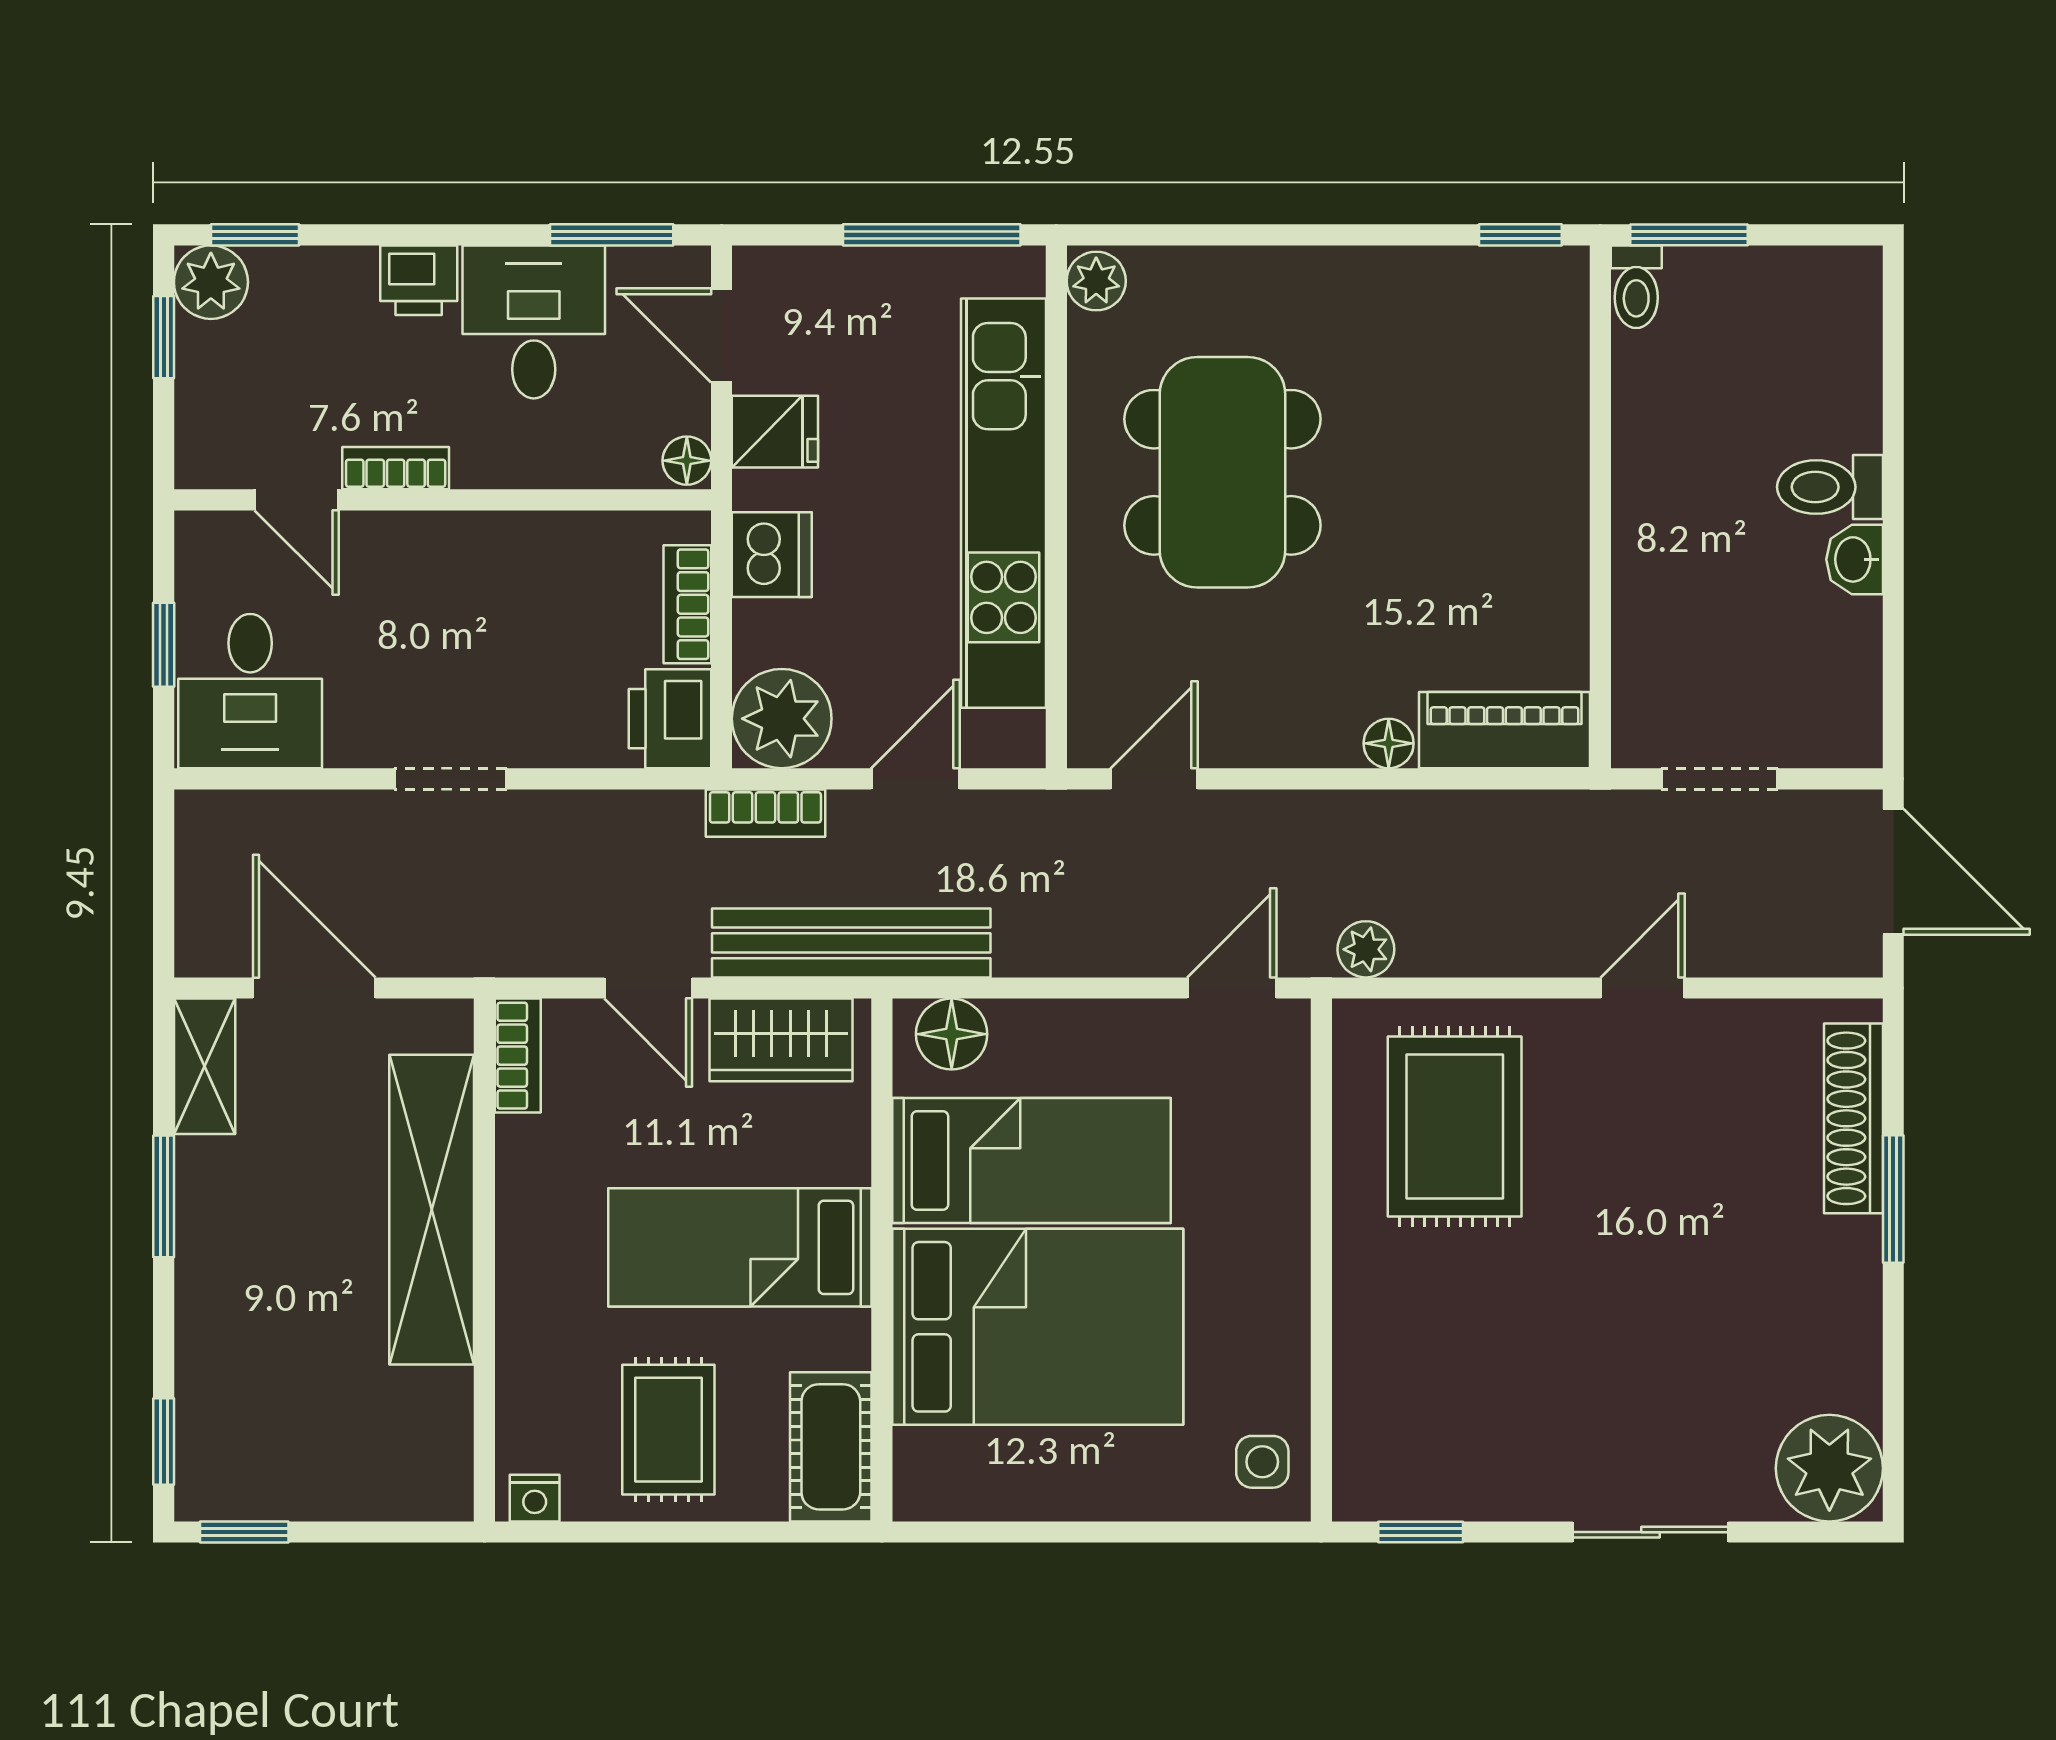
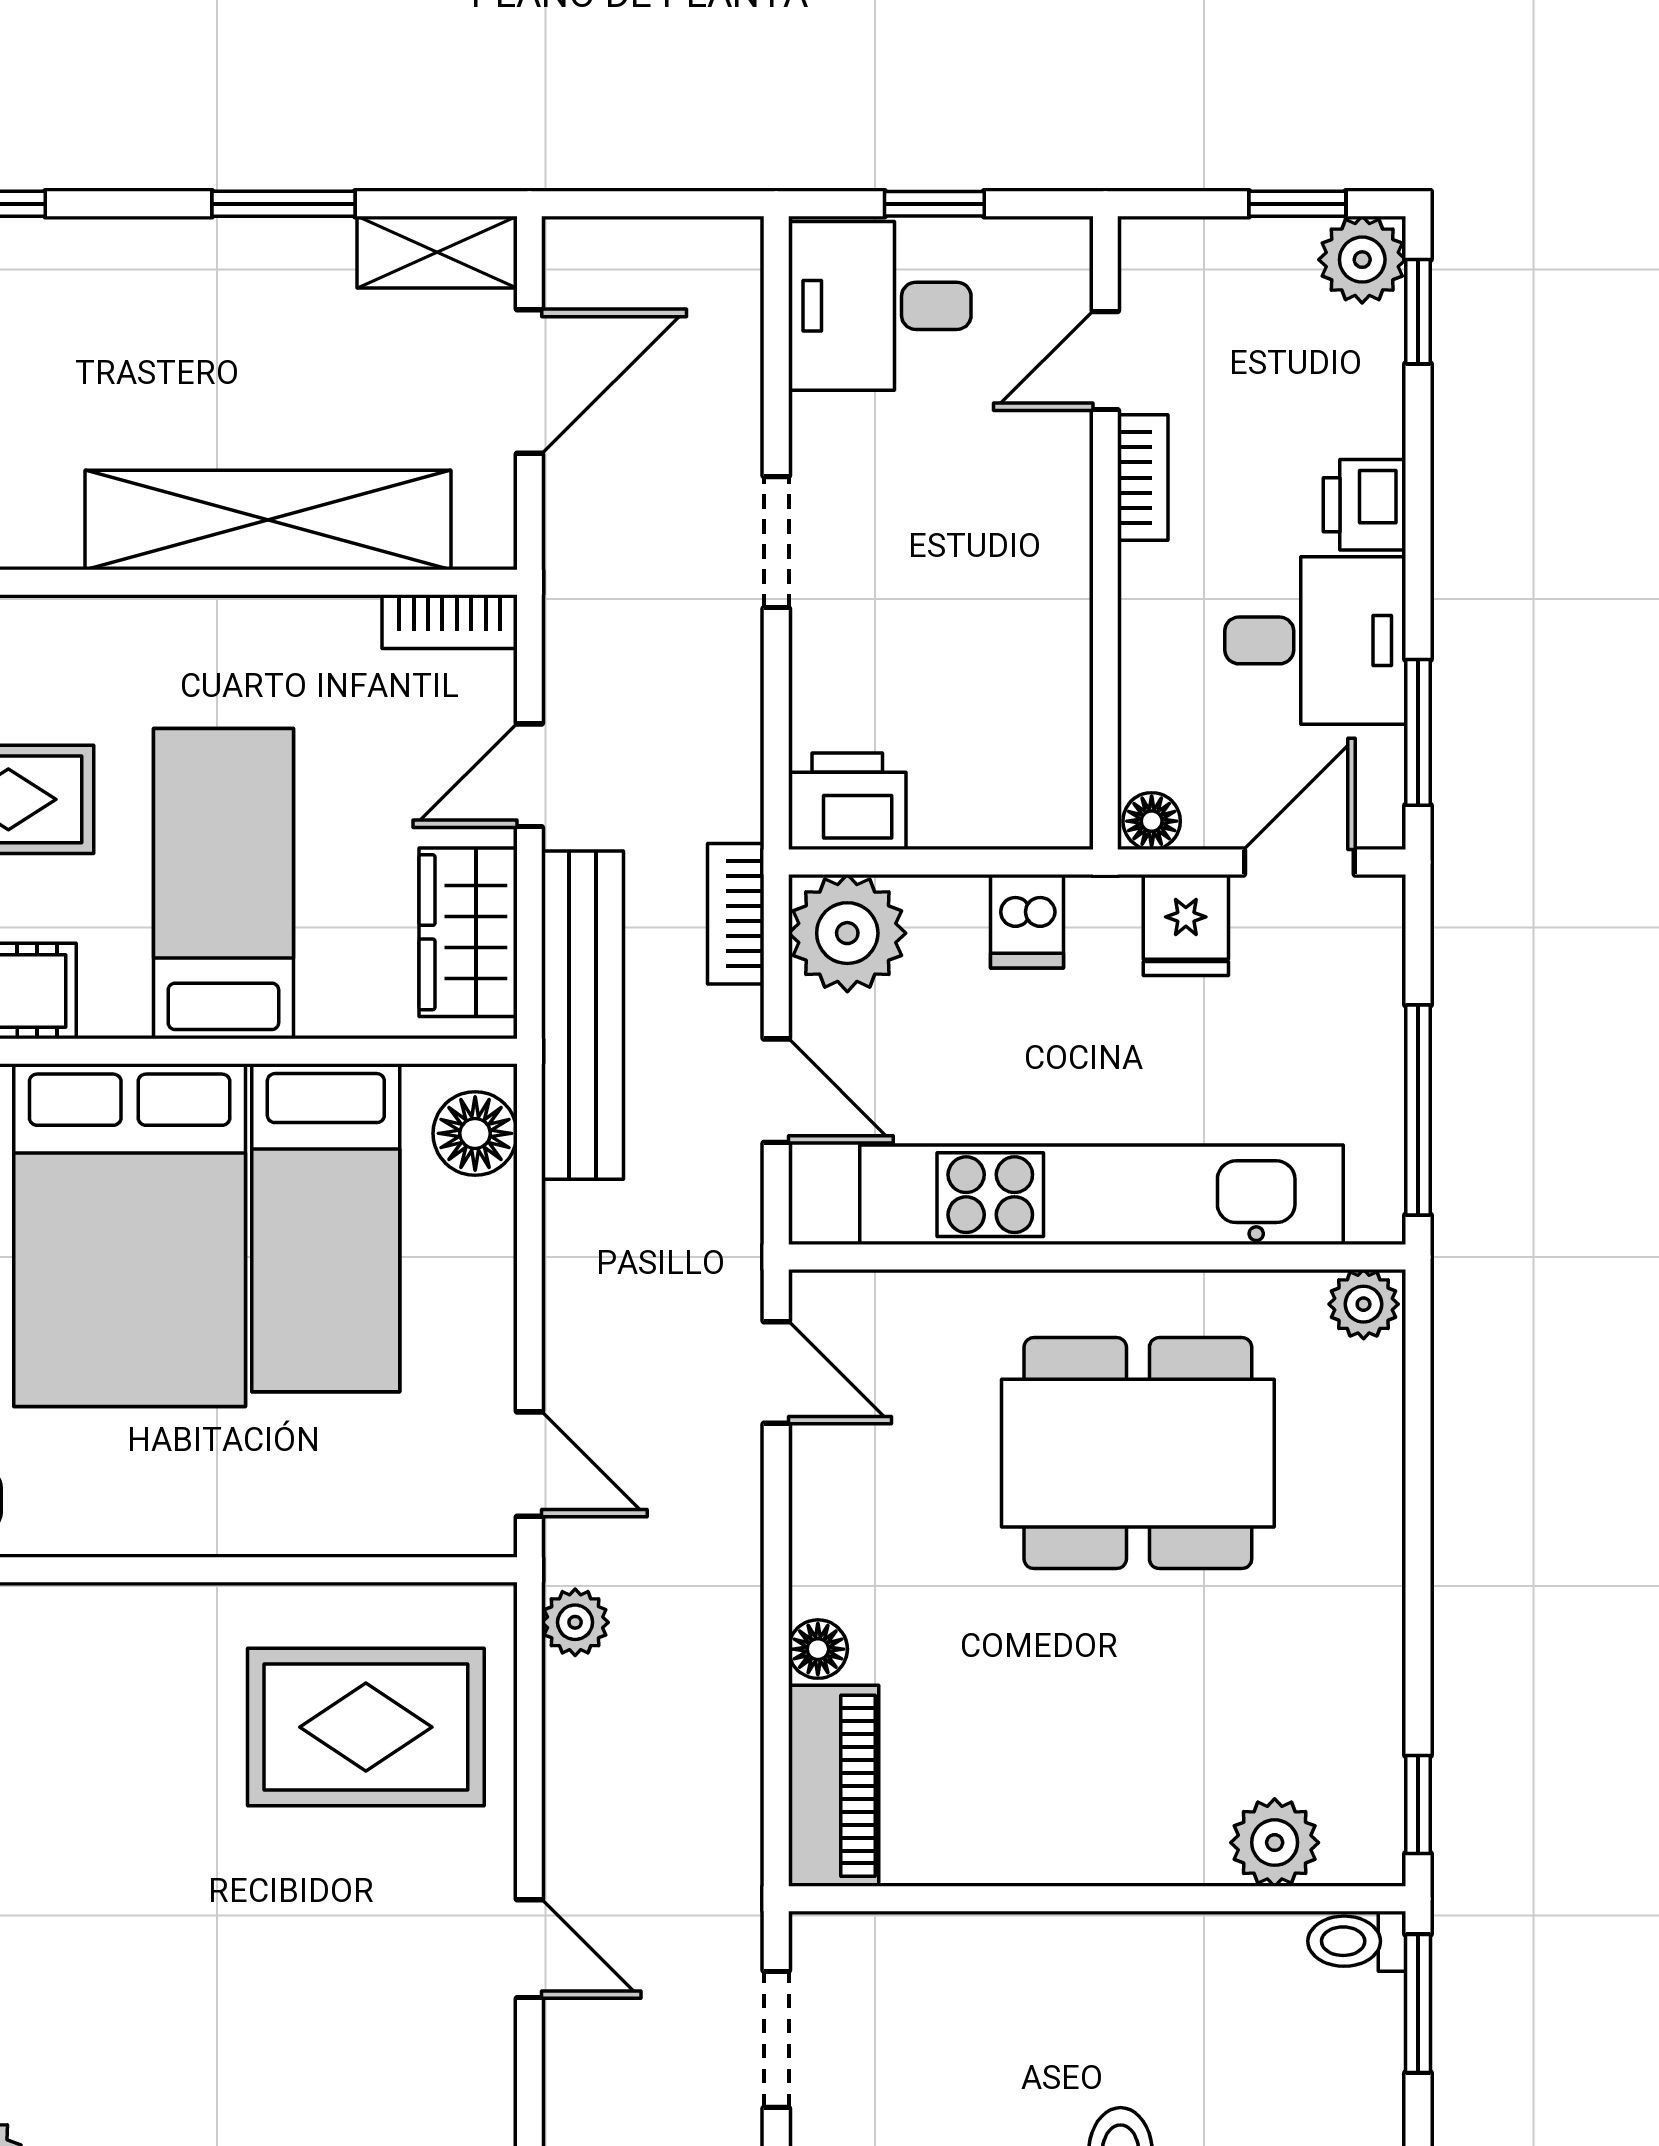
plant: (1553, 356) -> (1275, 1843), added
dishwasher: (772, 555) -> (1027, 921), width x0.73
bookcase: (687, 604) -> (982, 822), removed

